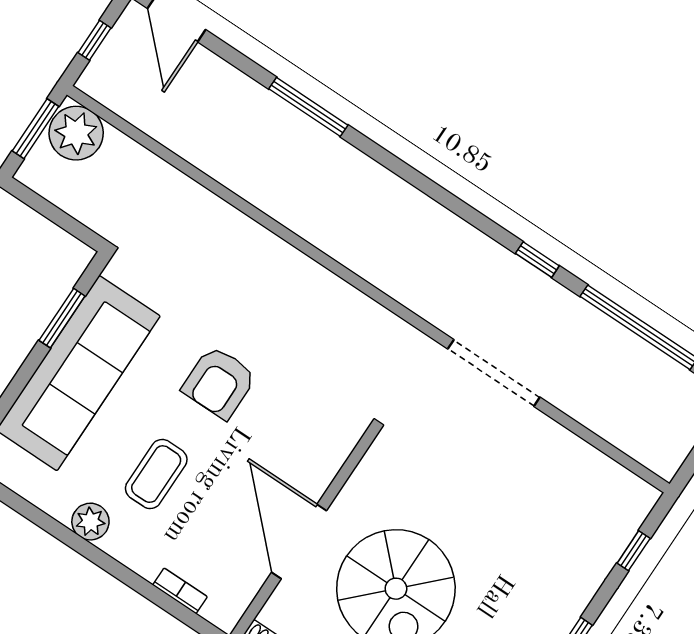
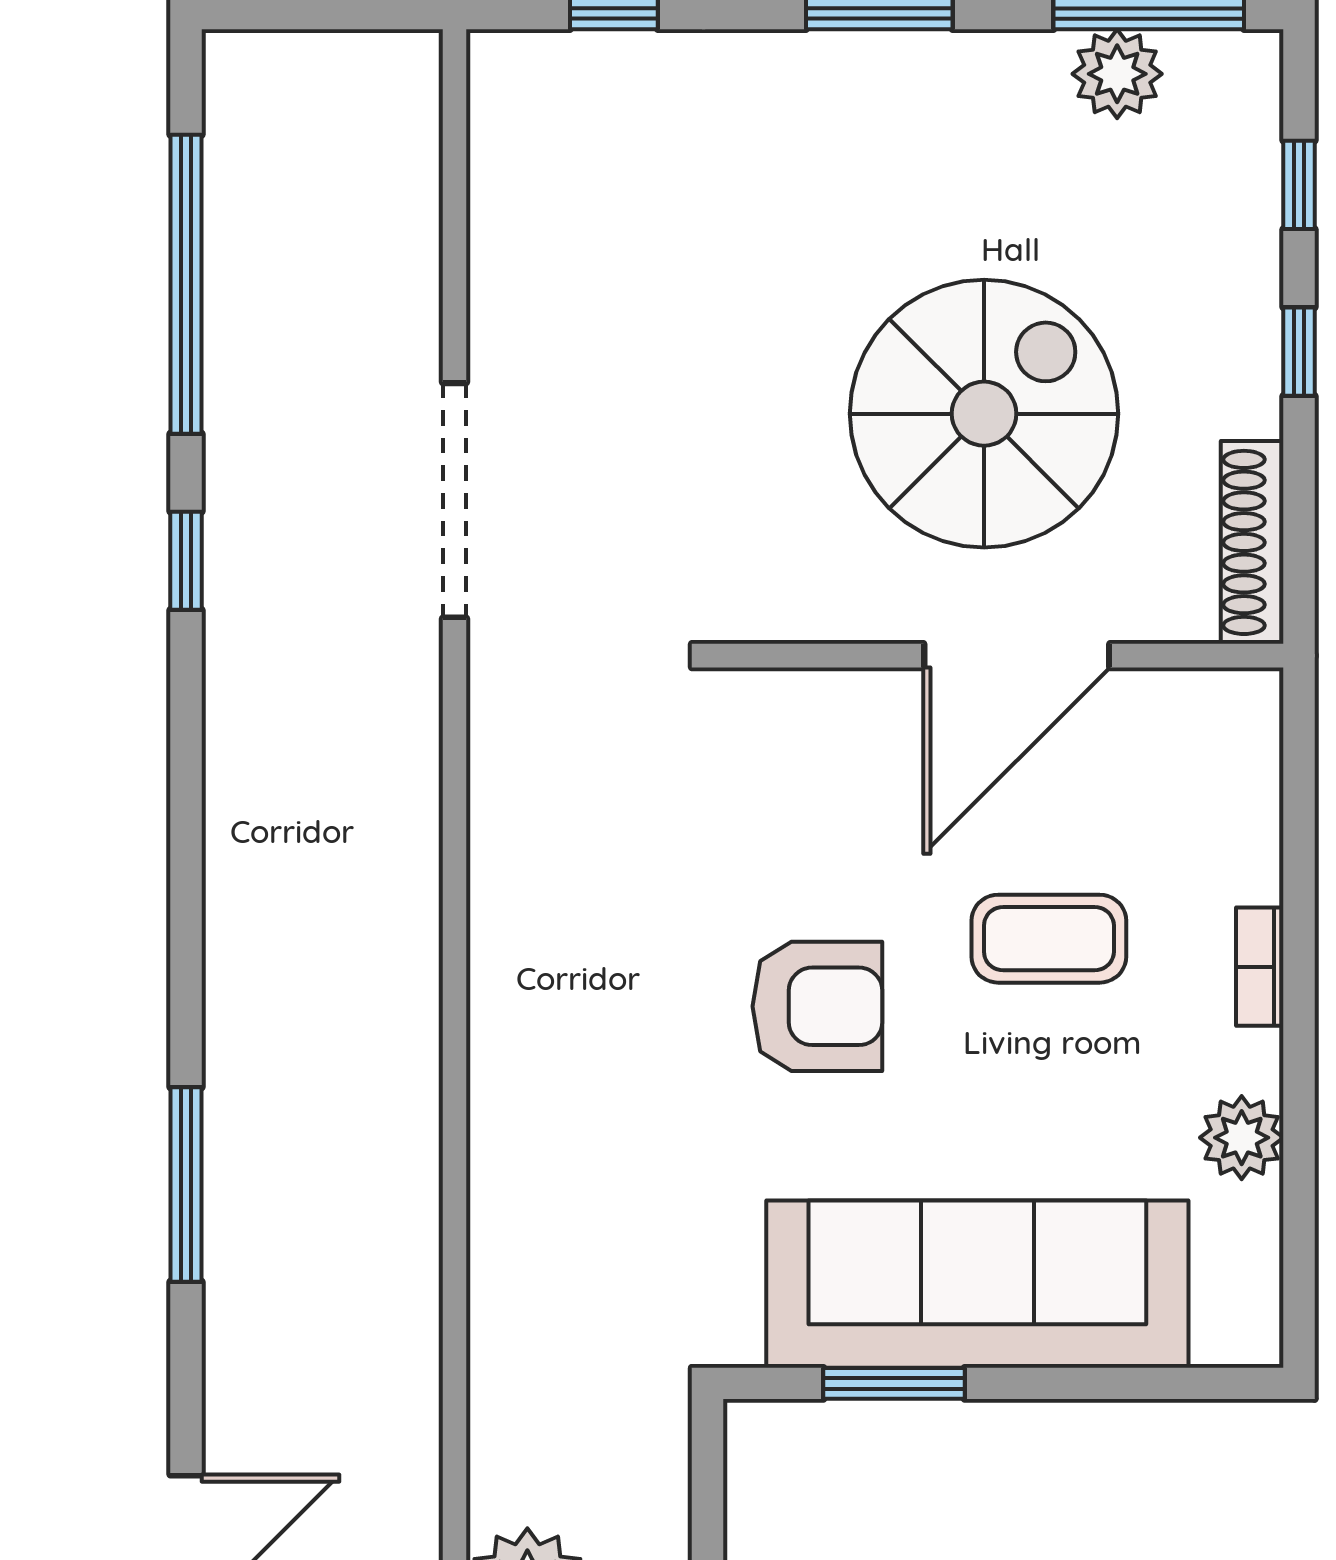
coffee table: (156, 474) -> (1049, 939), moved
plant: (90, 522) -> (1242, 1138), moved
bookcase: (180, 591) -> (1260, 967), moved

